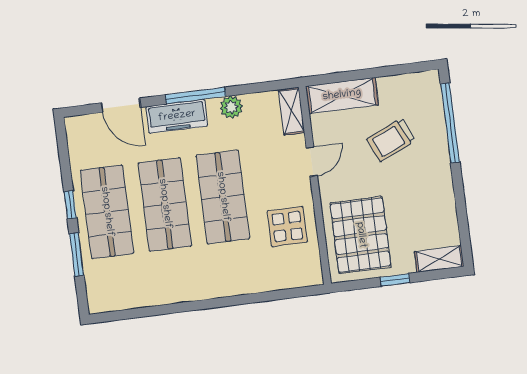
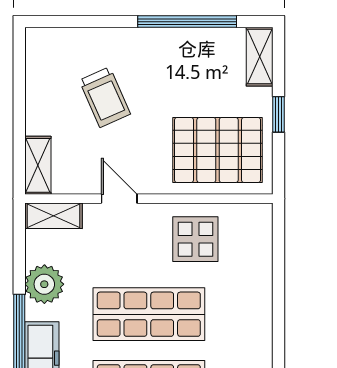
shelving: (342, 95) -> (38, 165), width x0.67, depth x0.75
plant: (231, 107) -> (44, 284), width x1.36, depth x1.36
window: (450, 123) -> (187, 22), moved

